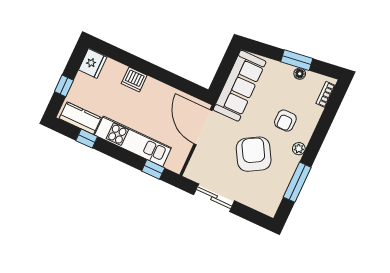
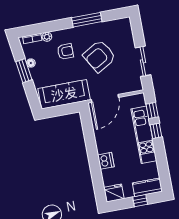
kitchen counter: (80, 118) -> (147, 187), moved, turned 90
window: (87, 139) -> (156, 131), moved
plant: (299, 149) -> (47, 37), moved
window: (297, 182) -> (87, 20), moved

